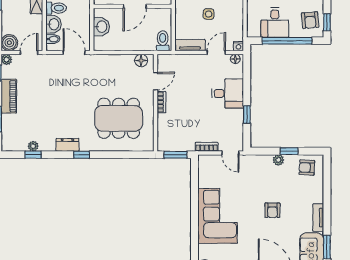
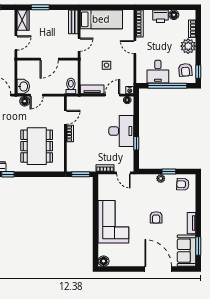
washbasin: (101, 27) -> (23, 86), moved
door: (118, 53) -> (37, 95), added
floor lamp: (141, 60) -> (25, 101), moved
desk: (228, 93) -> (121, 131), width x1.37
dining table: (119, 118) -> (37, 146), turned 90

